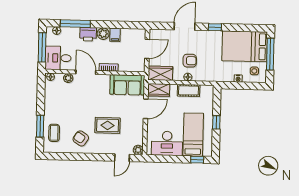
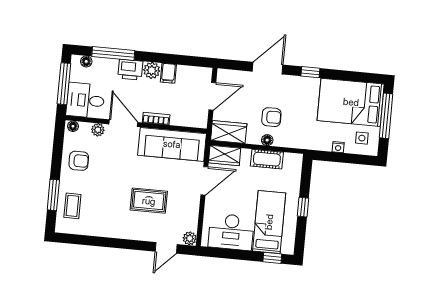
sofa: (127, 85) -> (172, 144), width x1.36
armchair: (81, 138) -> (79, 161), moved, turned 147

